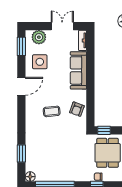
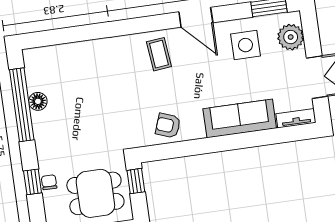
coffee table: (52, 111) -> (159, 54), moved
window: (21, 154) -> (72, 35), removed
floor lamp: (30, 177) -> (38, 101), moved

